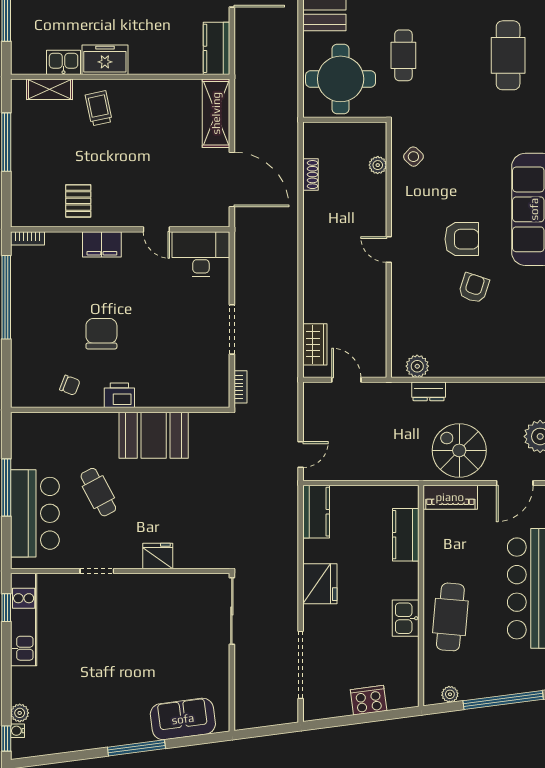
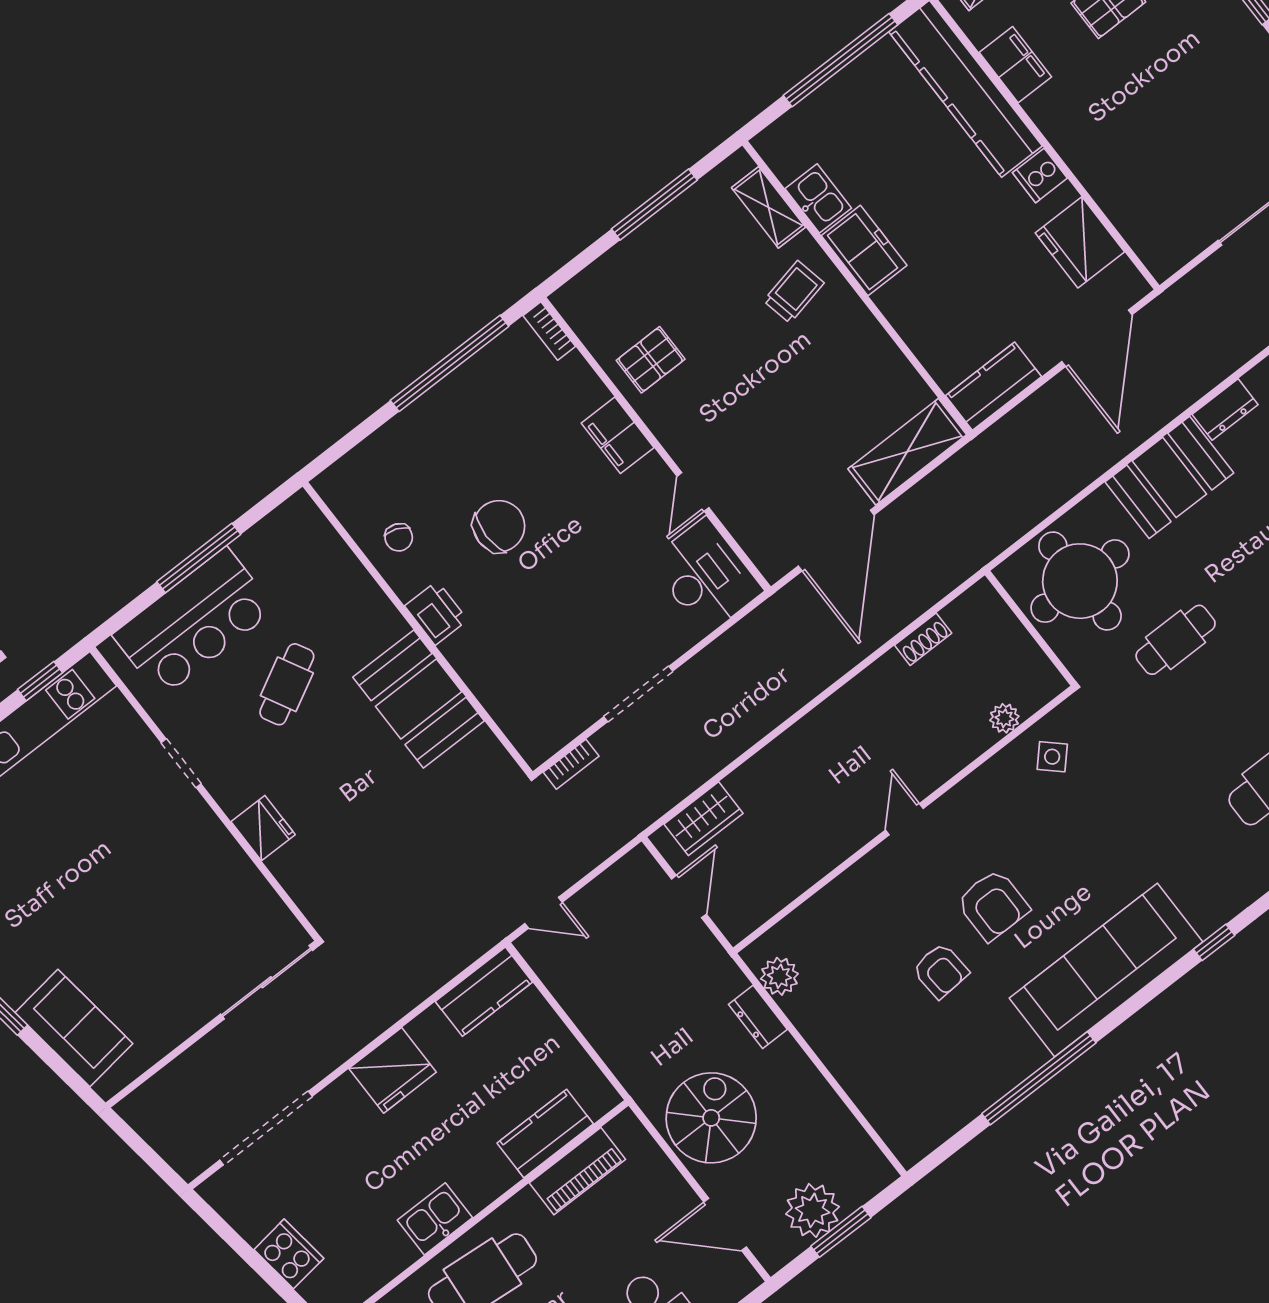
armchair: (474, 288) -> (941, 971), turned 68
piano: (450, 497) -> (577, 1171), moved, turned -90

